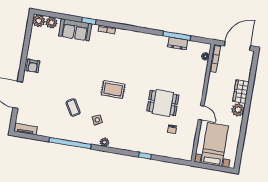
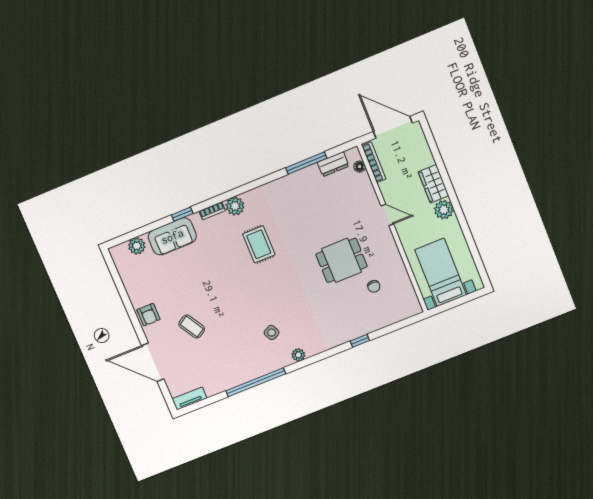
plant: (39, 21) -> (235, 206), moved
dresser: (178, 43) -> (333, 164), moved
door: (237, 46) -> (393, 127), hinge flipped
rug: (113, 90) -> (259, 244), moved, turned 90
coffee table: (73, 108) -> (192, 327), moved
door: (201, 113) -> (387, 215), moved

